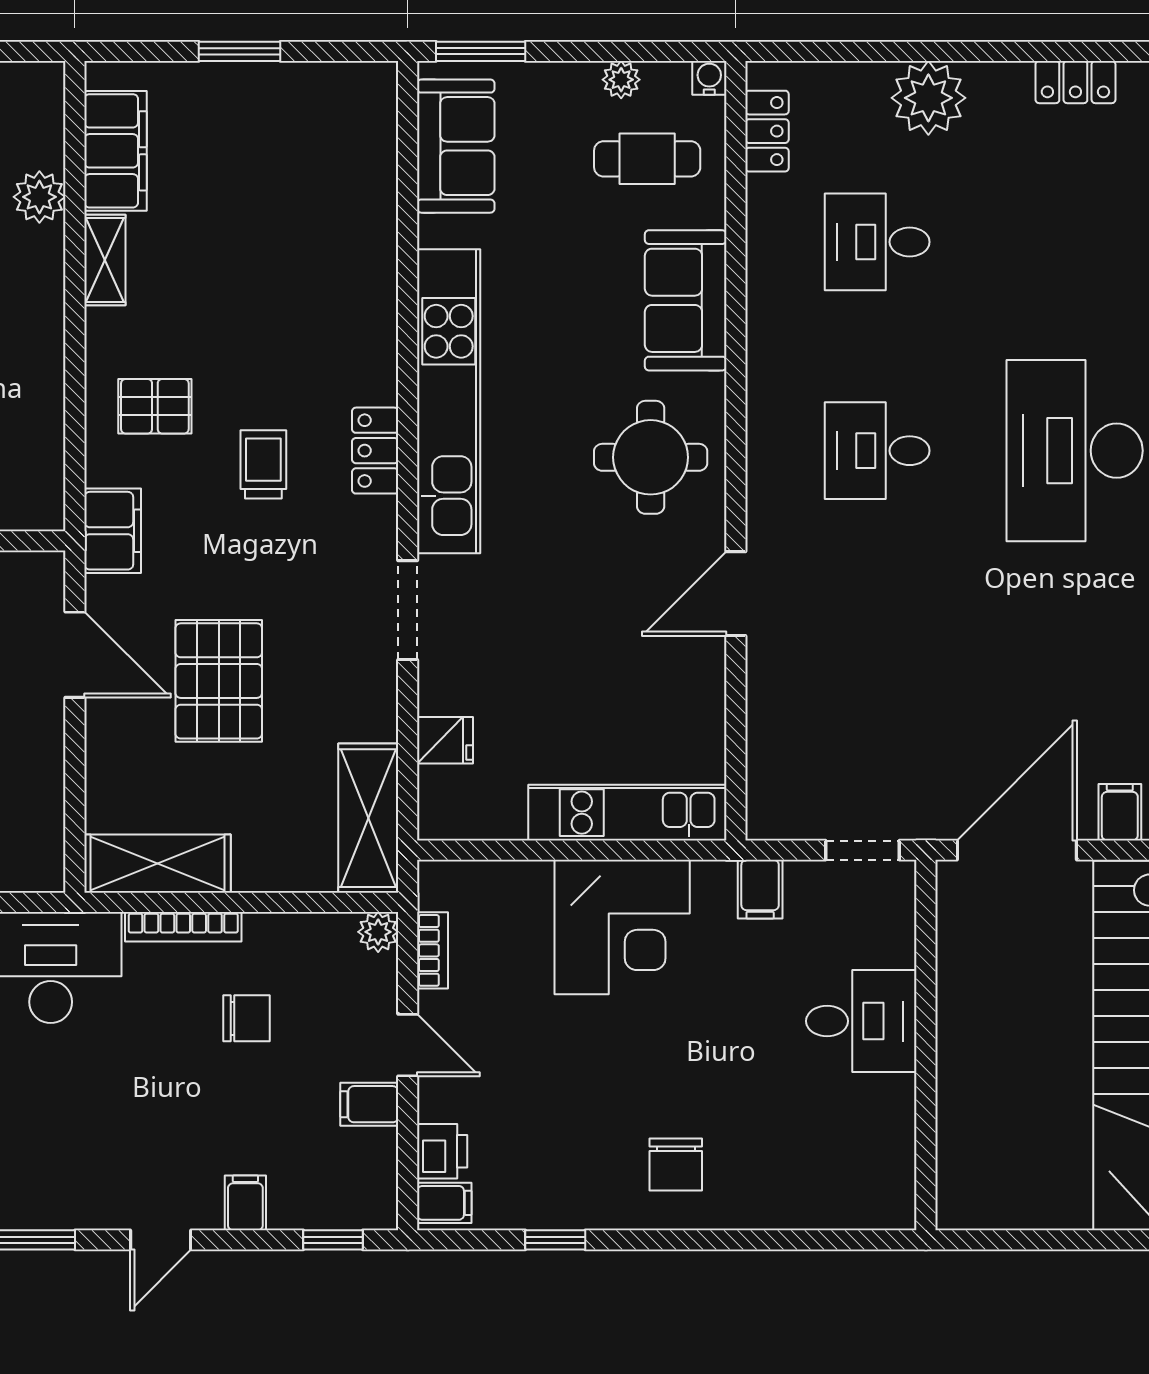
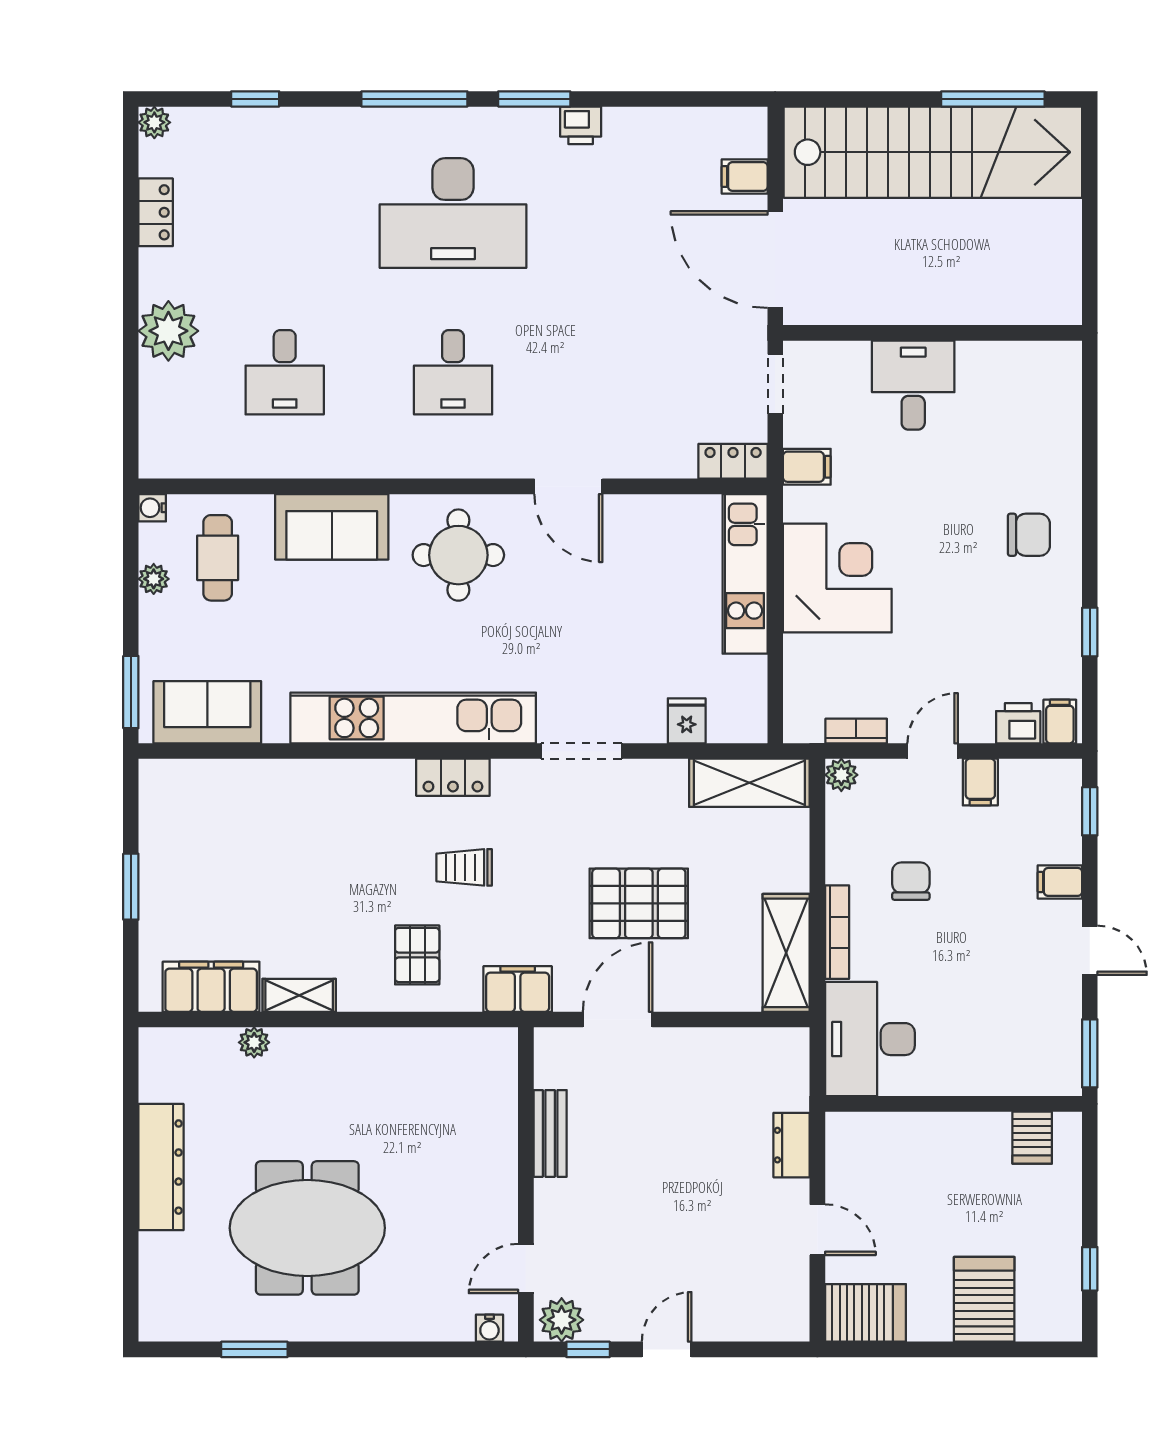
locker: (767, 131) -> (733, 461), moved
plant: (39, 197) -> (254, 1042), width x0.73, depth x0.73

